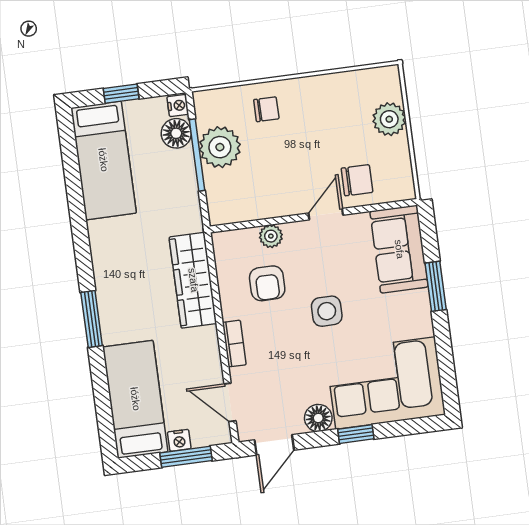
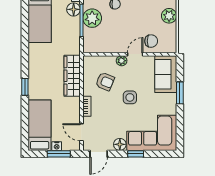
plant: (271, 236) -> (122, 61), moved
armchair: (267, 283) -> (105, 82), turned -68
window: (92, 319) -> (25, 87), width x0.67

